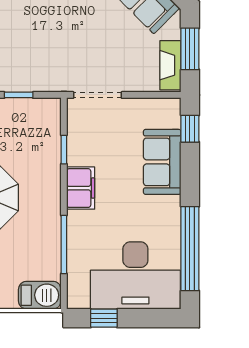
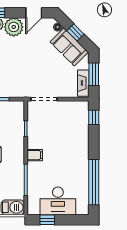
sofa: (162, 162) -> (79, 135), removed
filing cabinet: (81, 188) -> (35, 155), width x0.50
desk: (135, 276) -> (58, 201), width x0.73, depth x0.77

